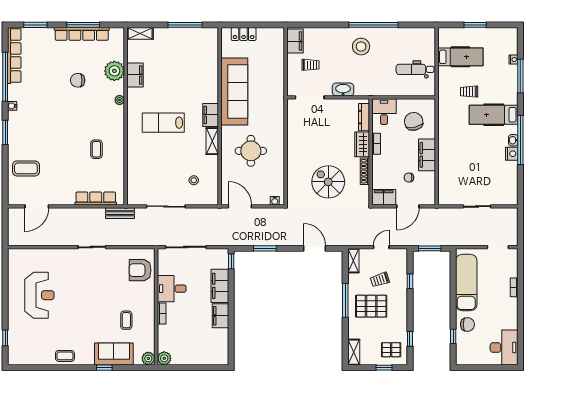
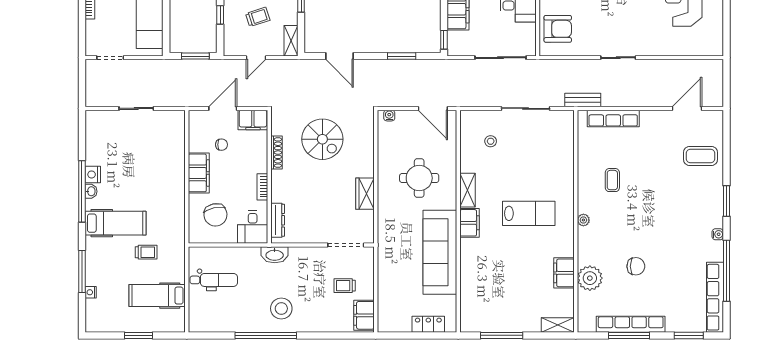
washbasin: (343, 89) -> (275, 255), moved
plant: (120, 100) -> (583, 220), moved
wardrobe: (362, 144) -> (365, 194), moved, turned 180

